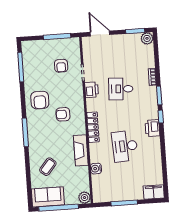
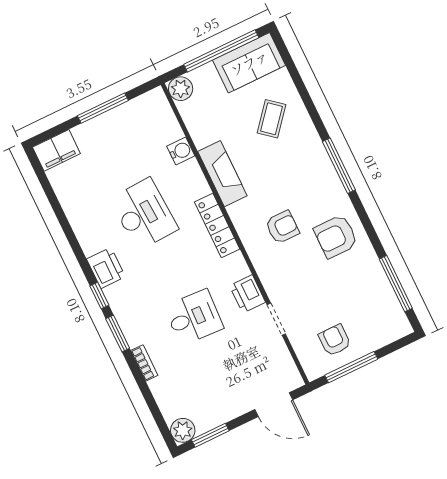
armchair: (61, 66) -> (335, 340), moved
armchair: (40, 100) -> (336, 236), turned -90

